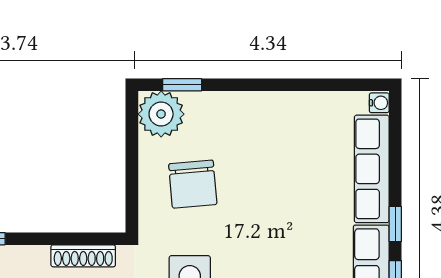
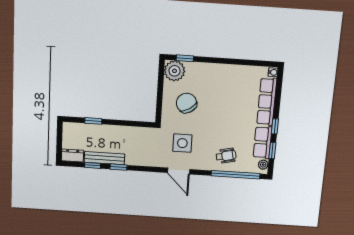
chair: (193, 184) -> (187, 103), turned 153
shoe rack: (83, 256) -> (136, 131), removed

